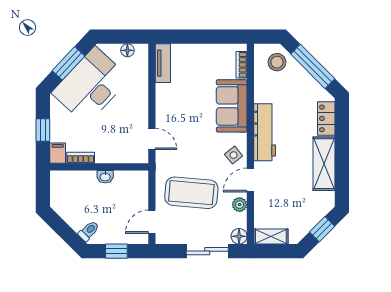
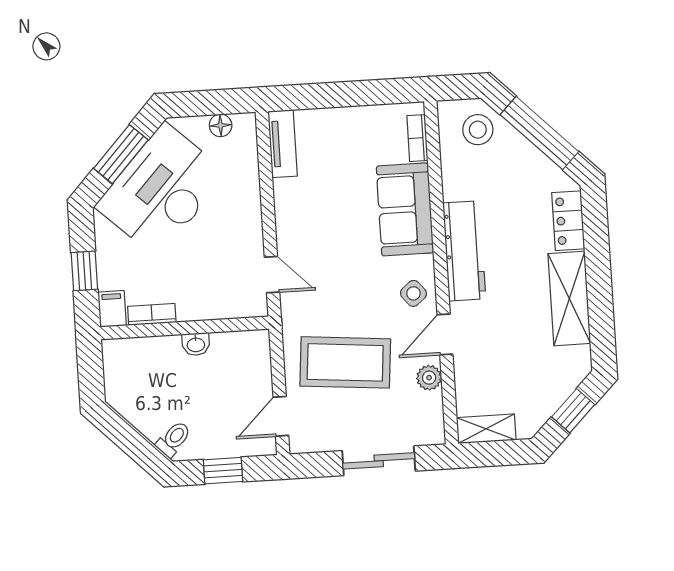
floor lamp: (239, 236) -> (432, 432), removed

